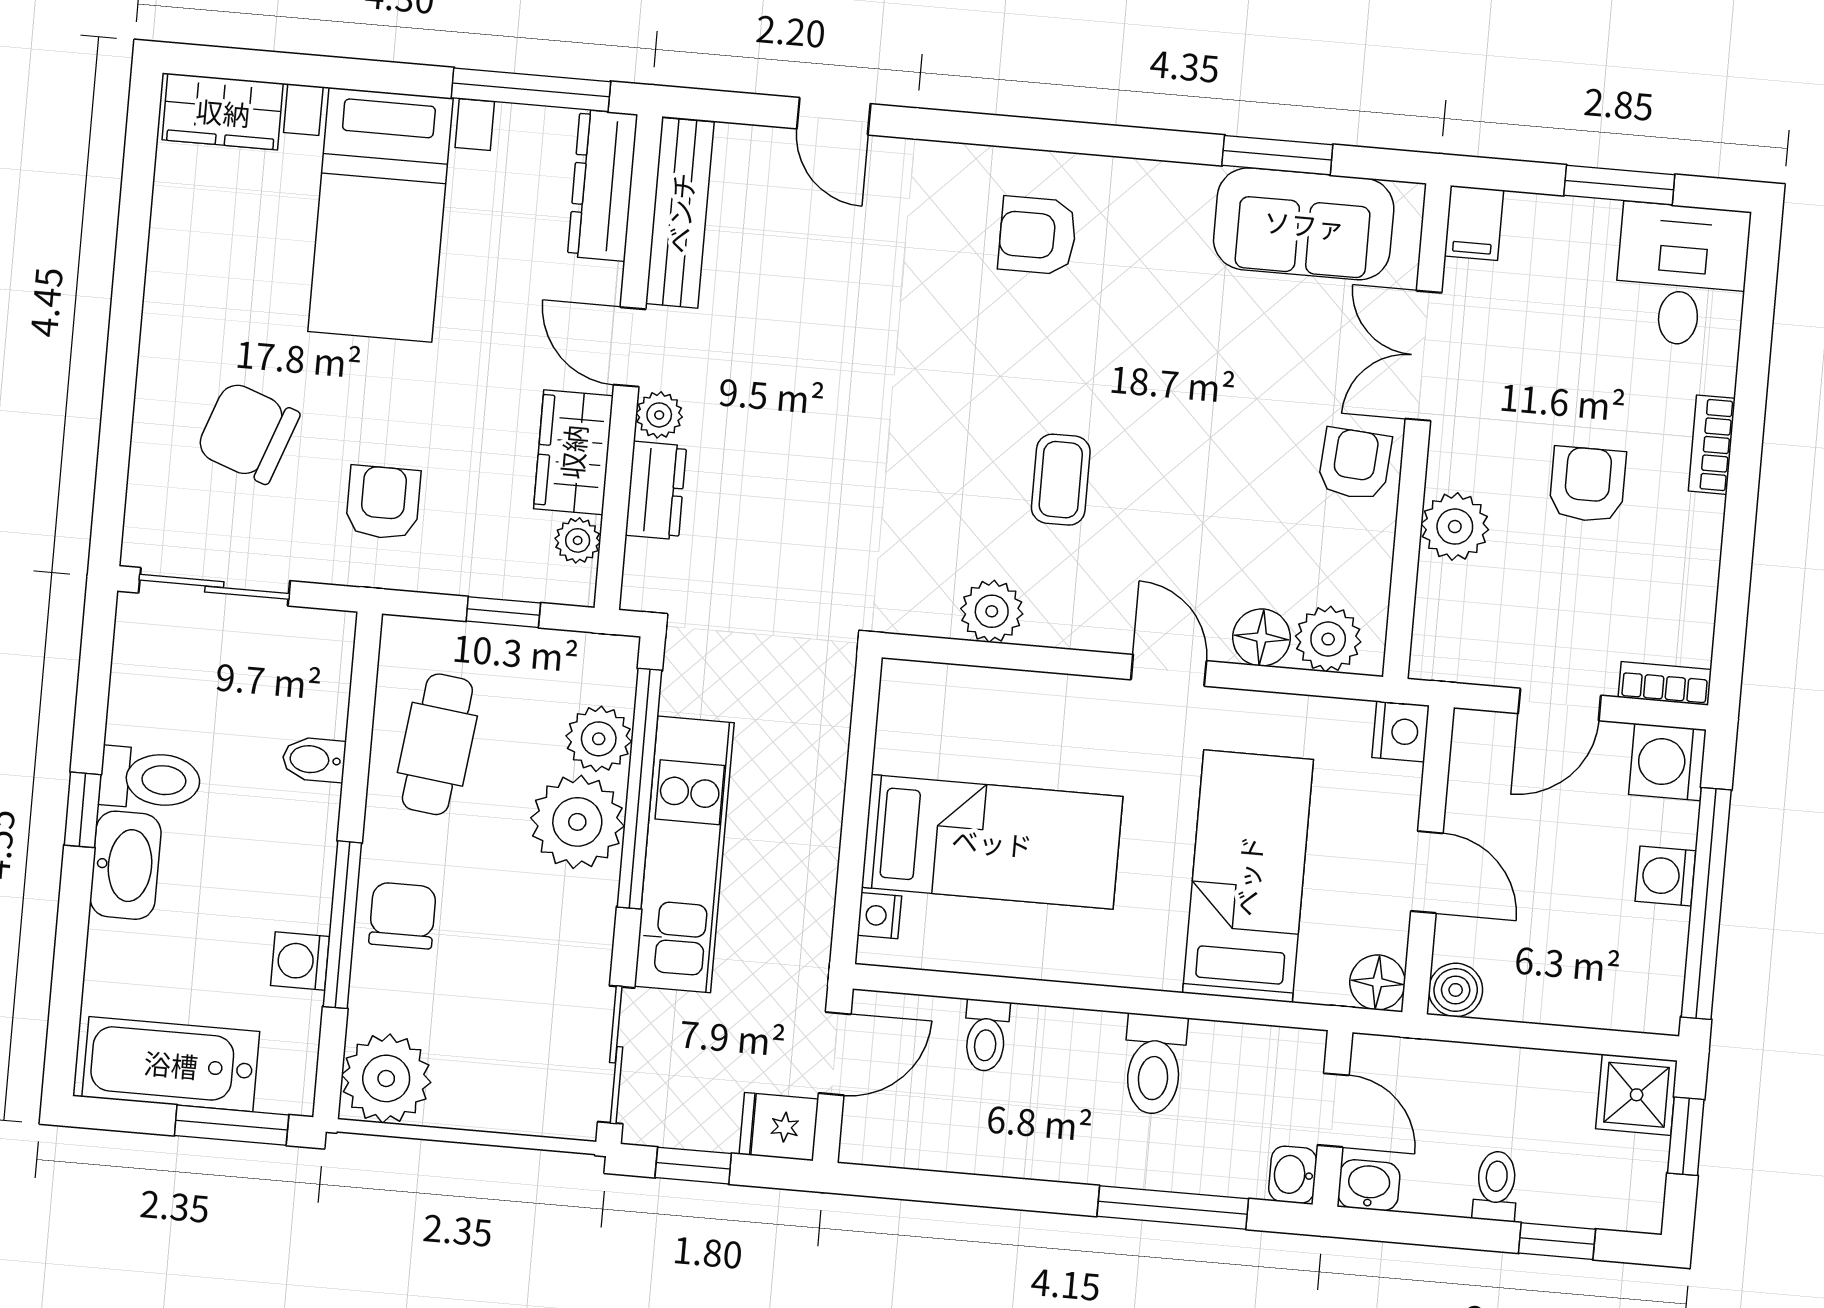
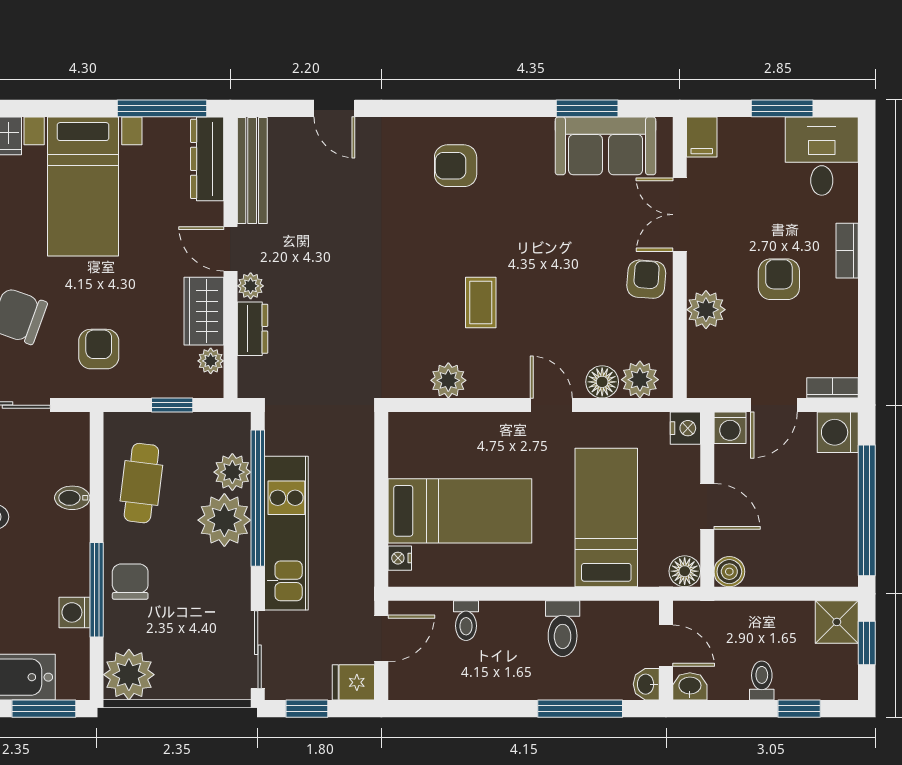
washing machine: (1665, 876) -> (730, 428), moved, turned -90

